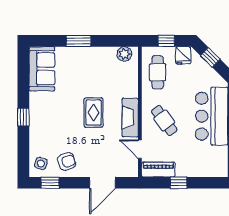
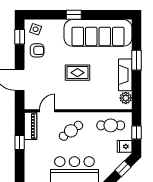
sofa: (42, 69) -> (98, 33), width x1.85, depth x1.27
fireplace: (130, 117) -> (125, 75), moved, turned -90
armchair: (67, 162) -> (37, 50), turned -72

